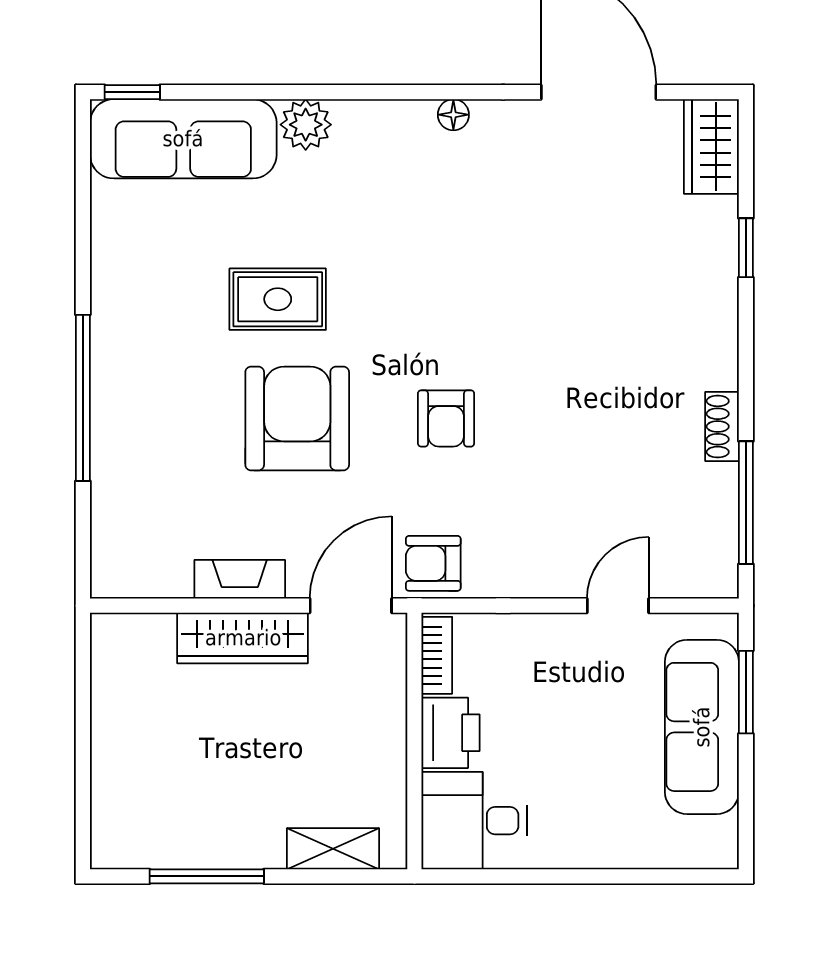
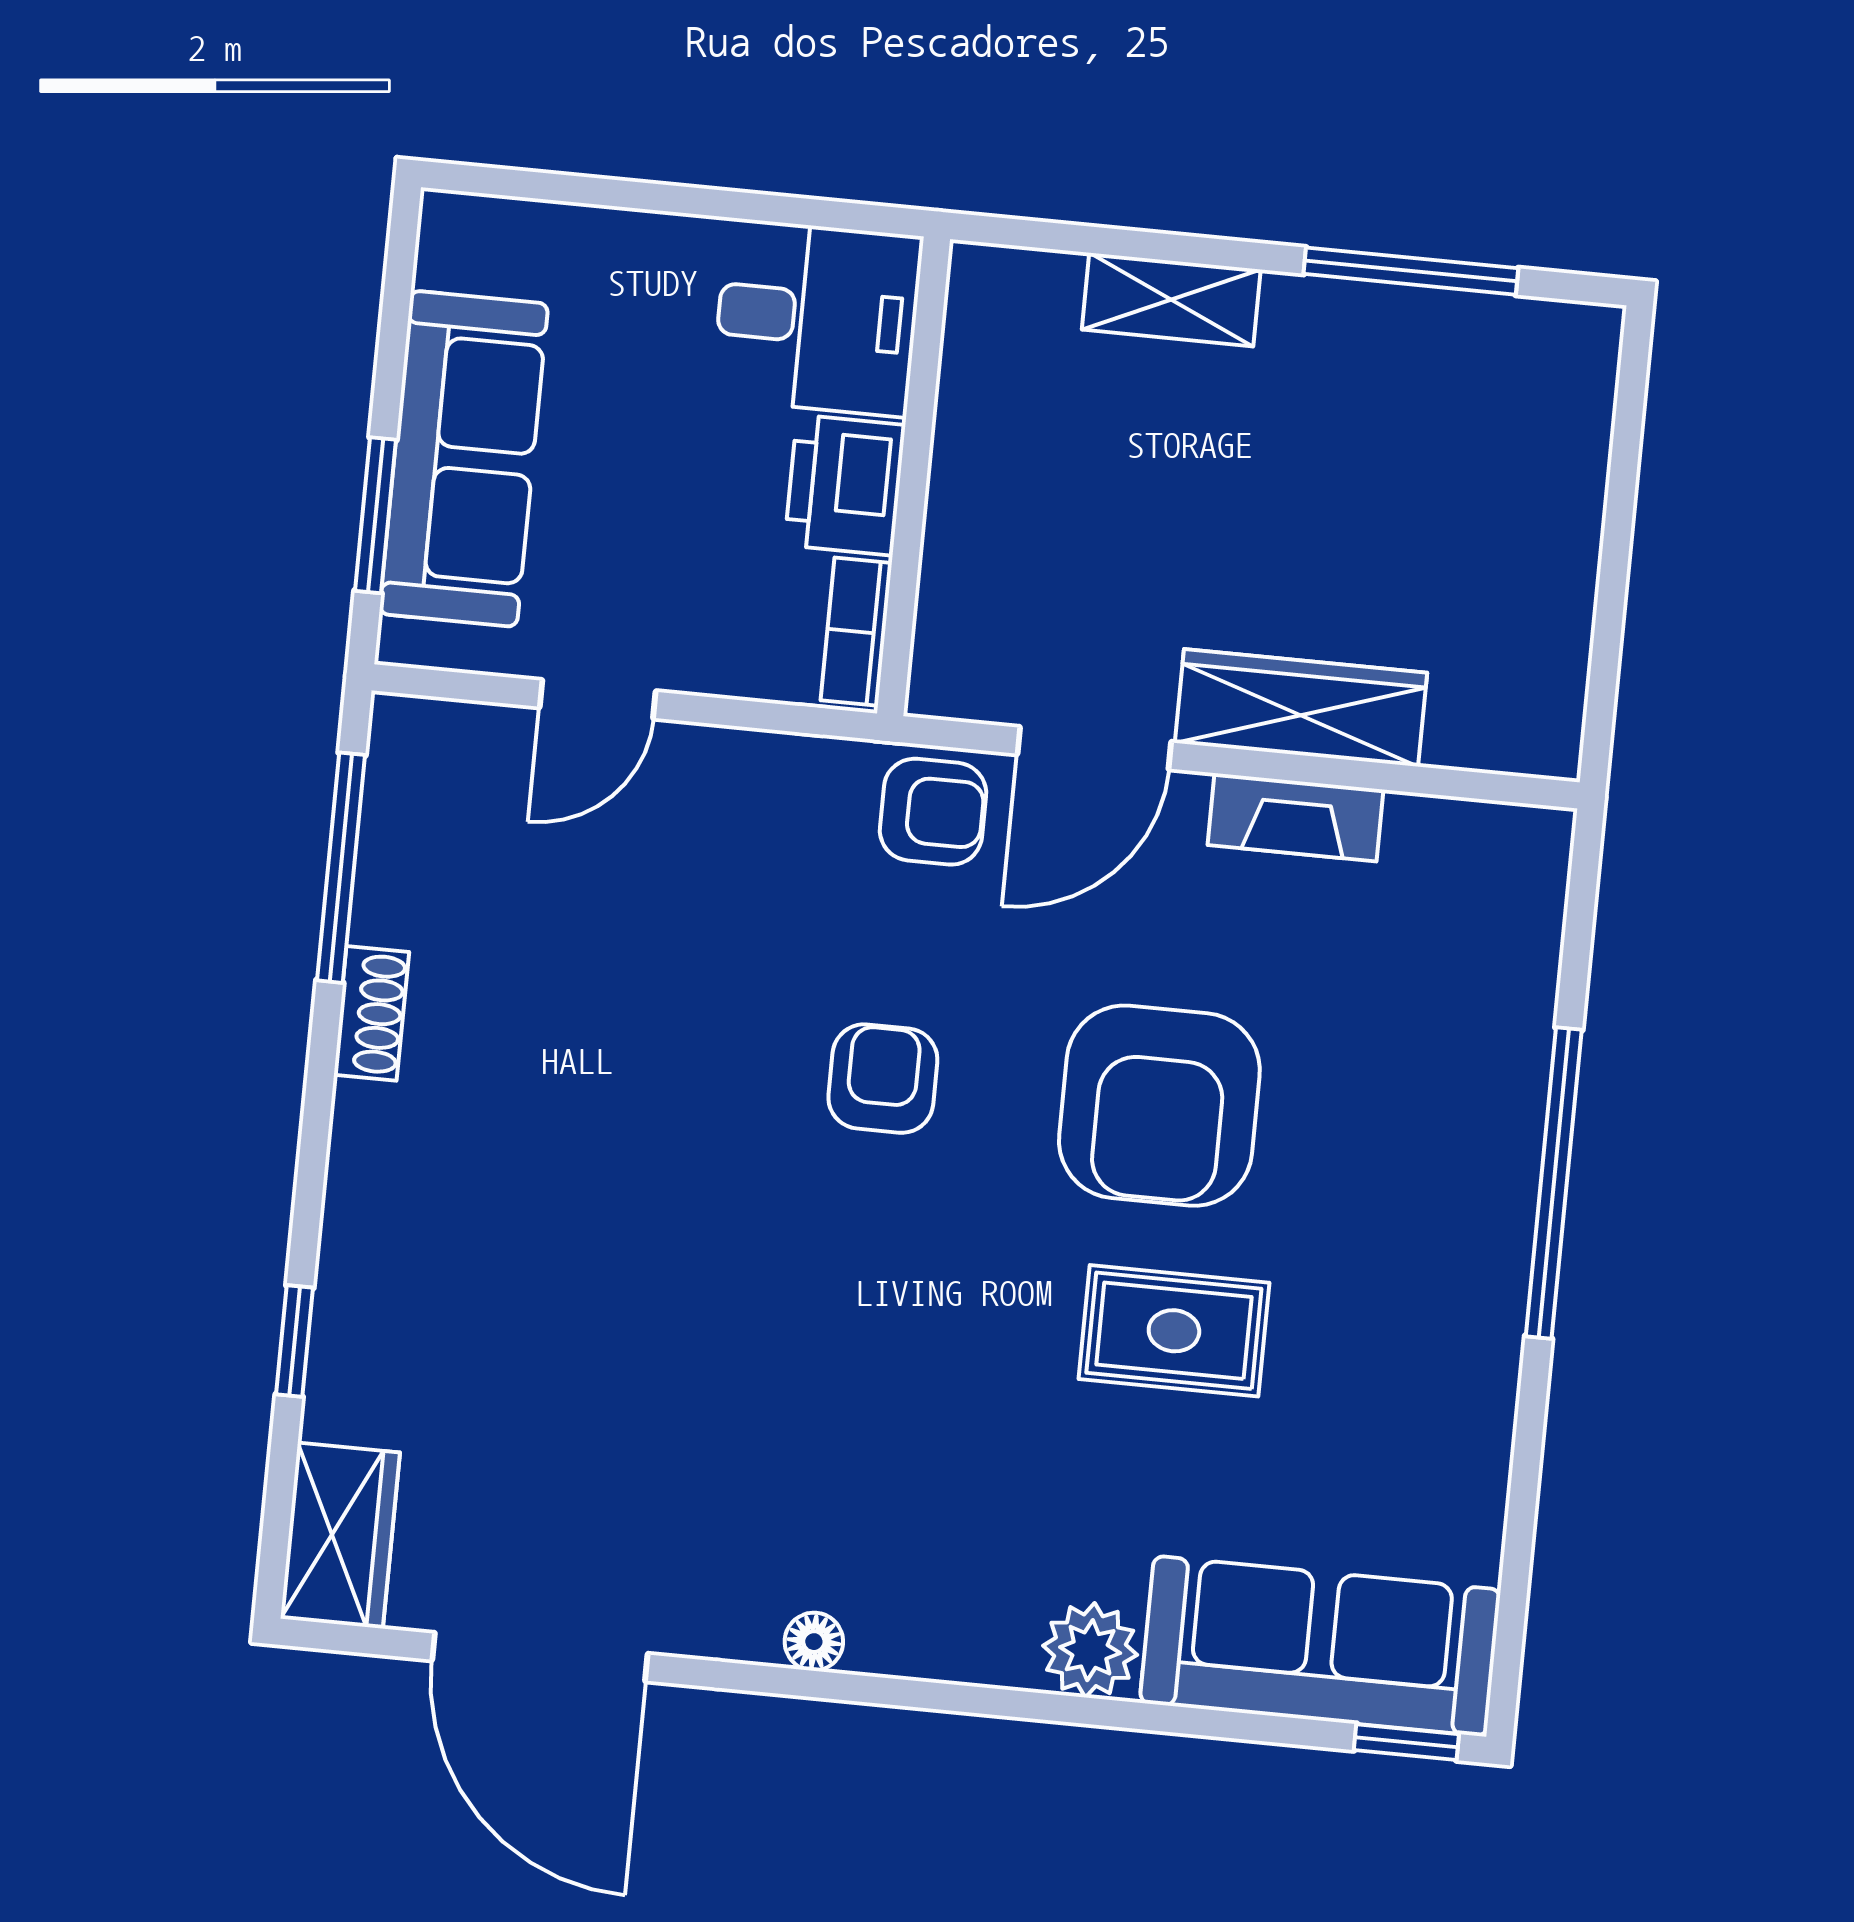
bookcase: (437, 655) -> (856, 632), moved
printer: (451, 733) -> (845, 485), moved
wall: (414, 741) -> (914, 476), moved
desk: (474, 821) -> (817, 318), moved

